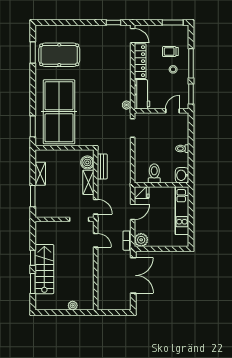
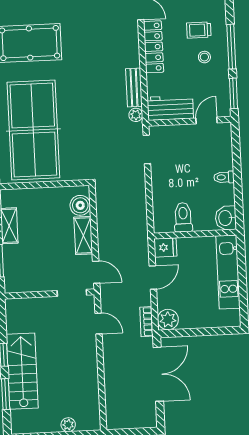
workbench: (142, 94) -> (170, 108), moved, turned -90
bench: (102, 166) -> (134, 87), moved

